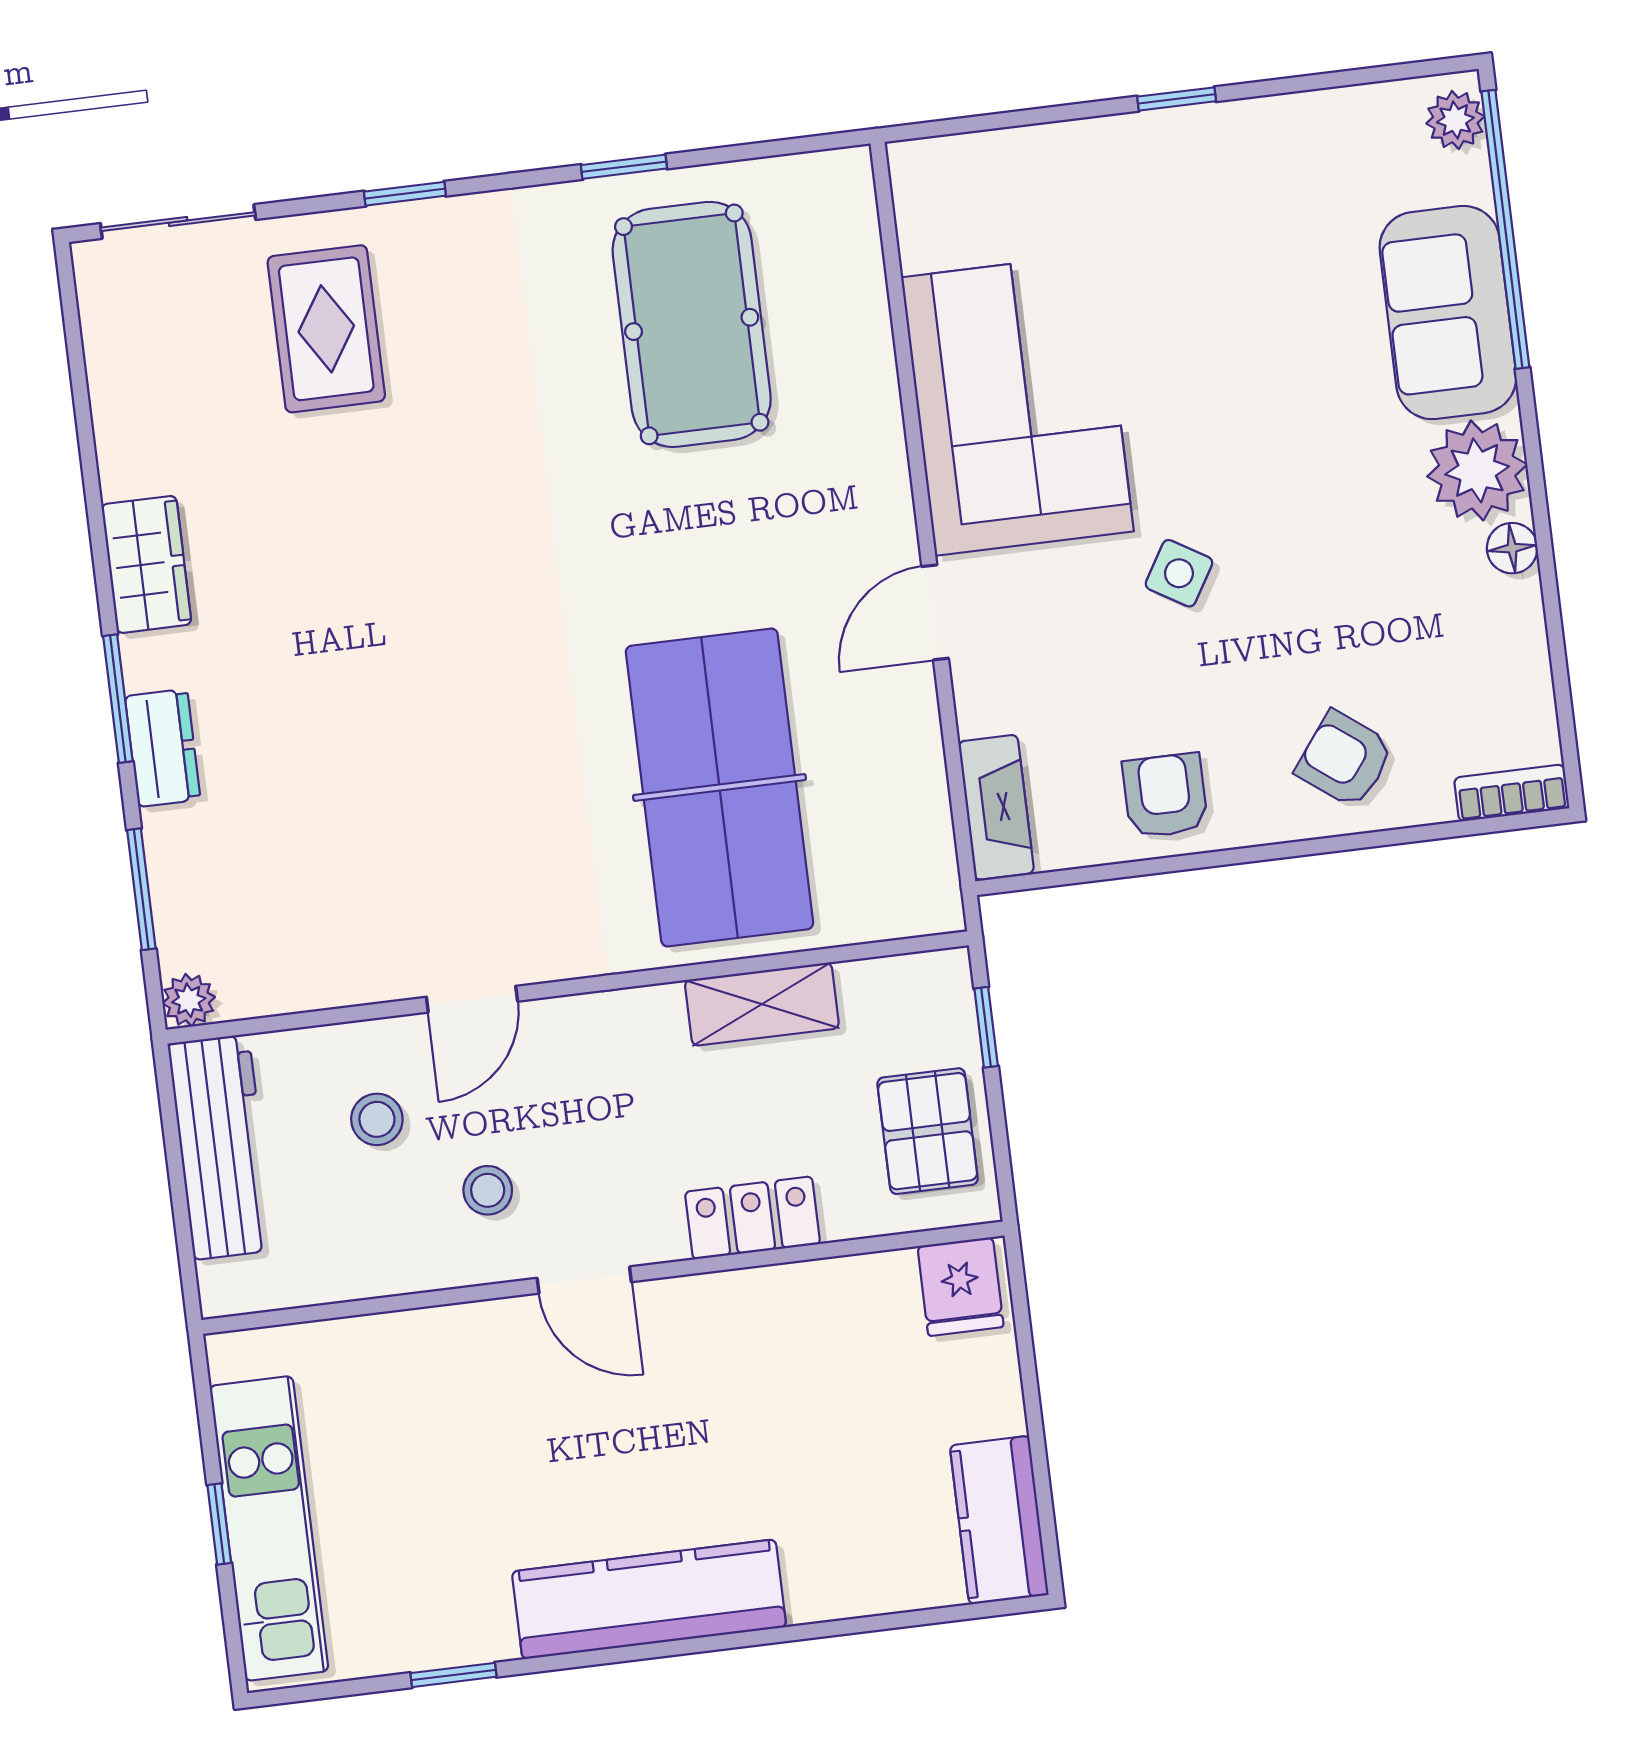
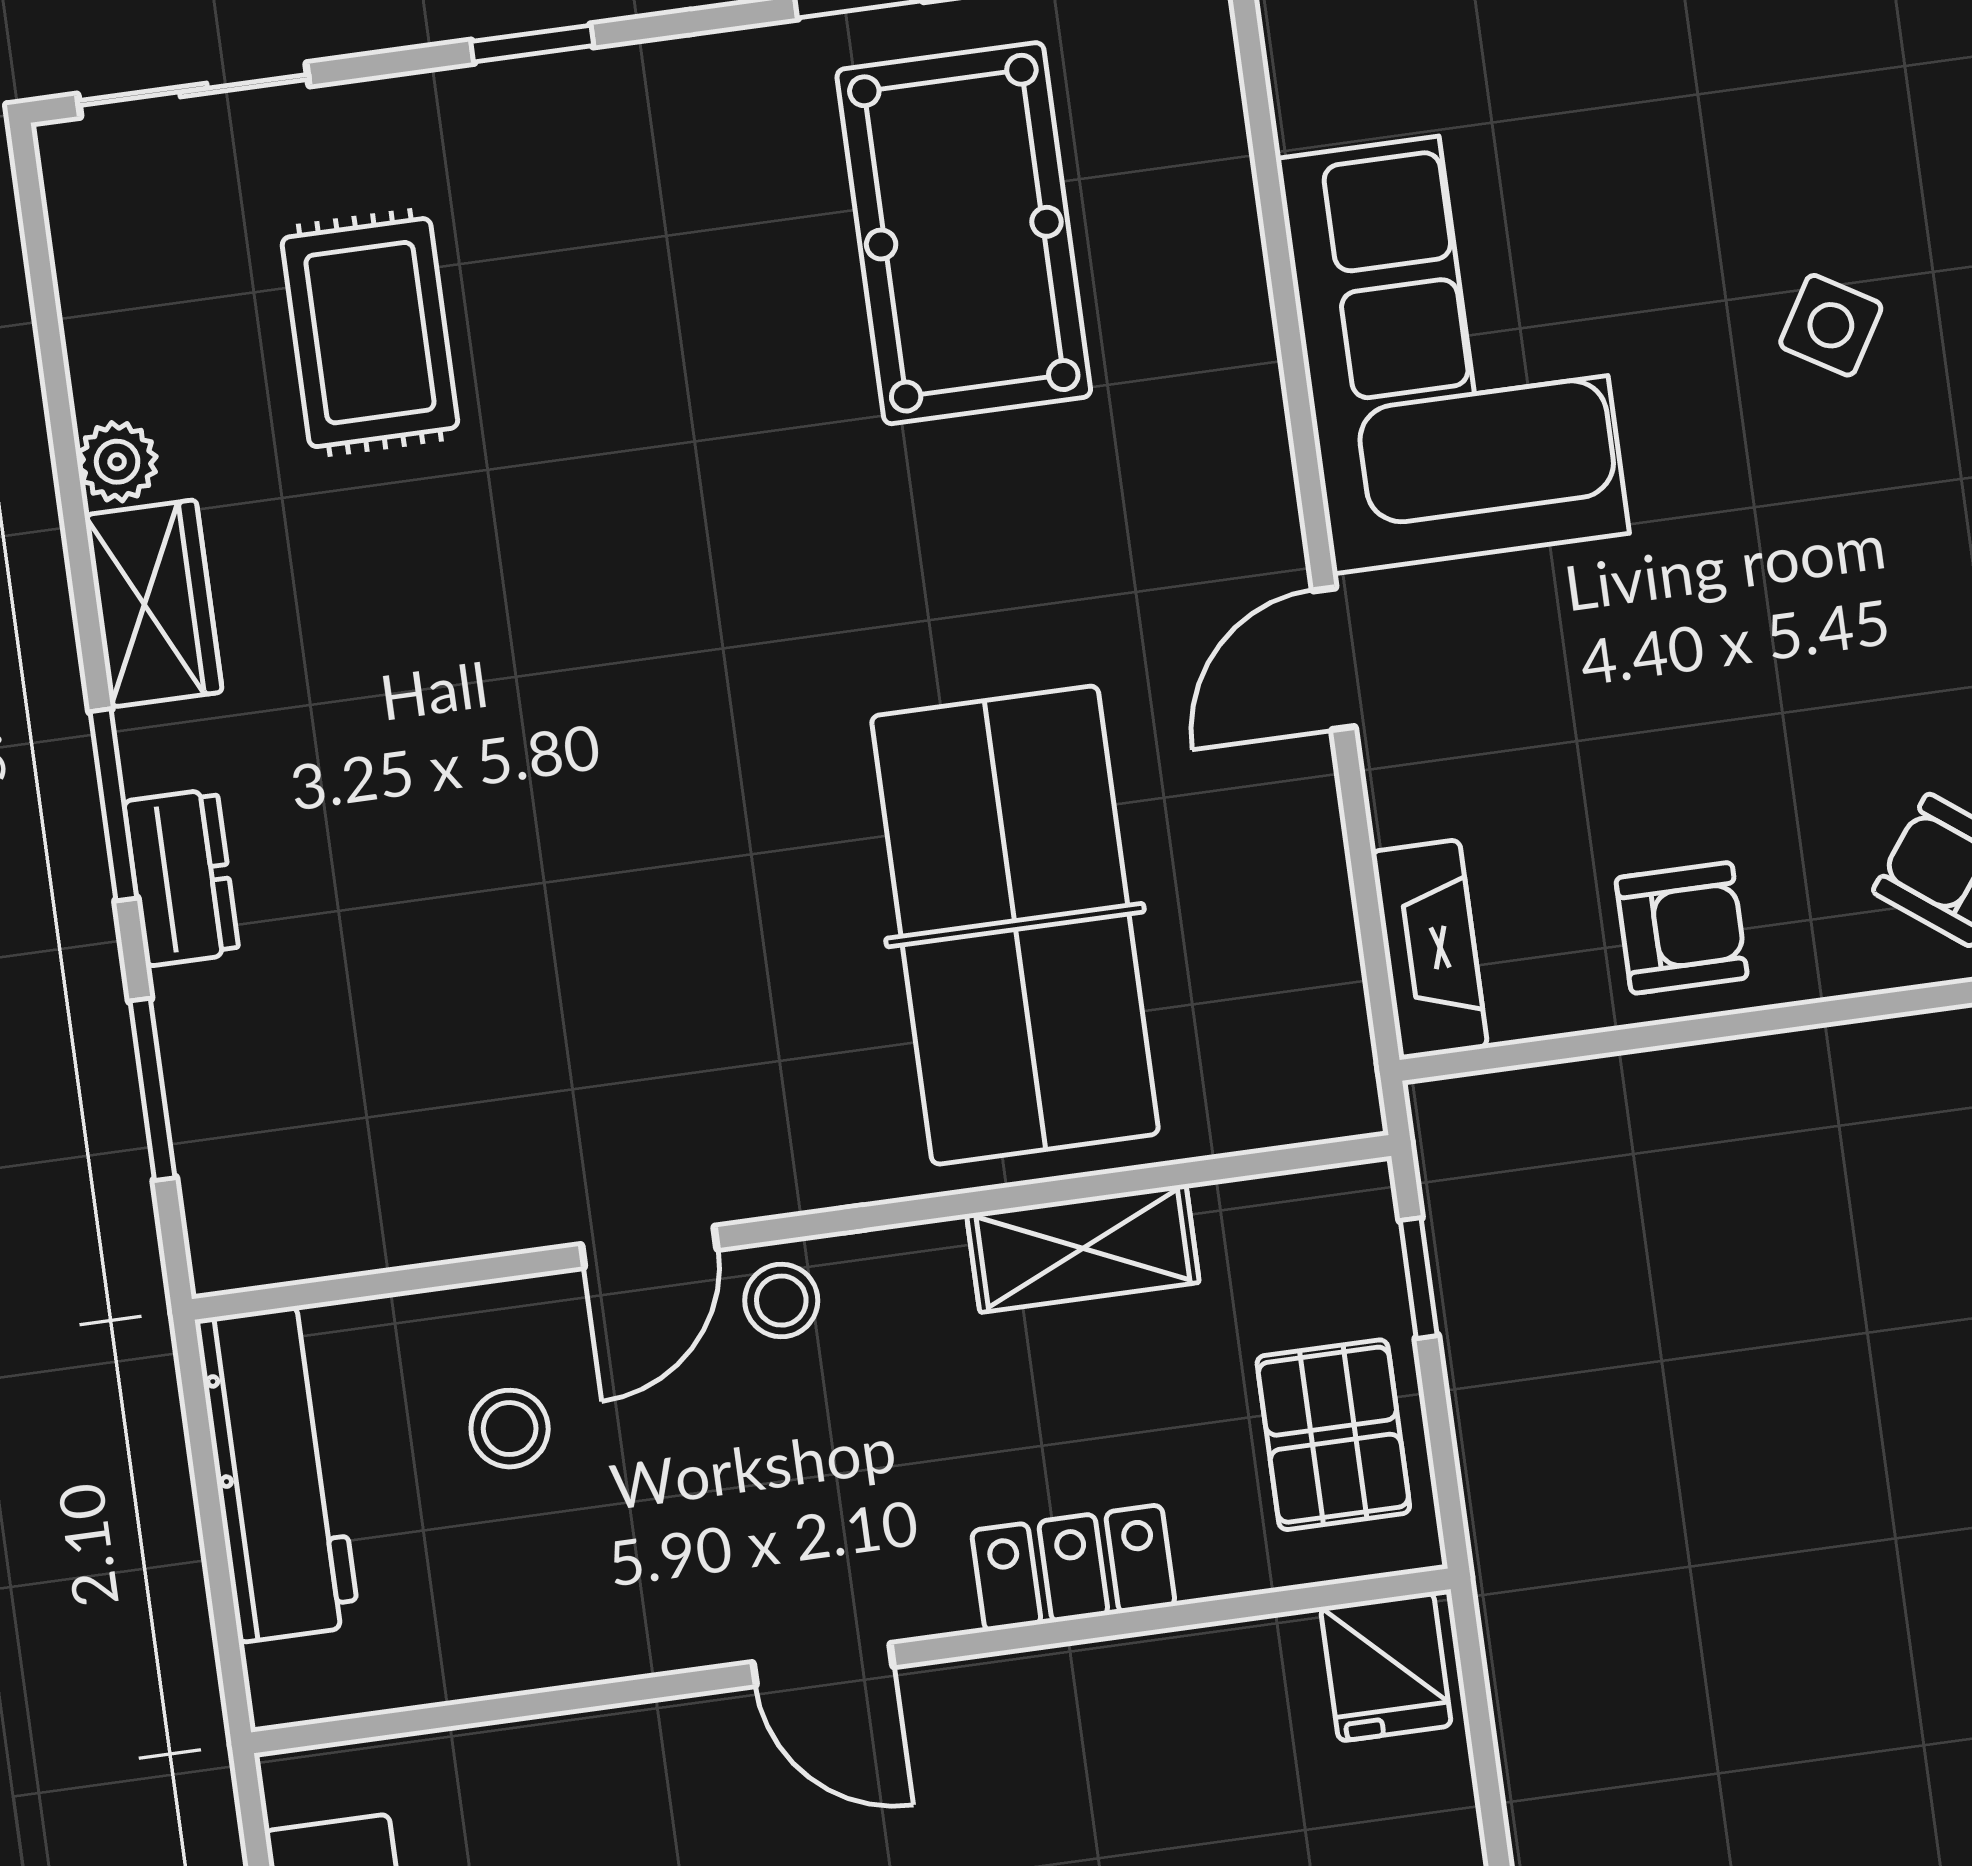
rug: (326, 329) -> (370, 333), moved
side table: (1179, 573) -> (1831, 325), moved
armchair: (1165, 796) -> (1682, 928), turned 90
plant: (189, 1000) -> (117, 462), moved
stool: (488, 1190) -> (781, 1301), moved

